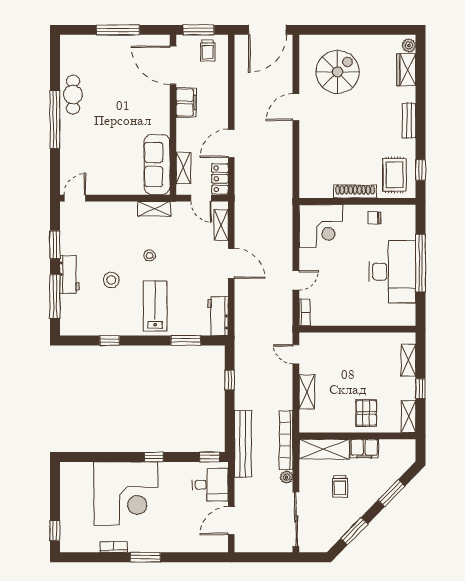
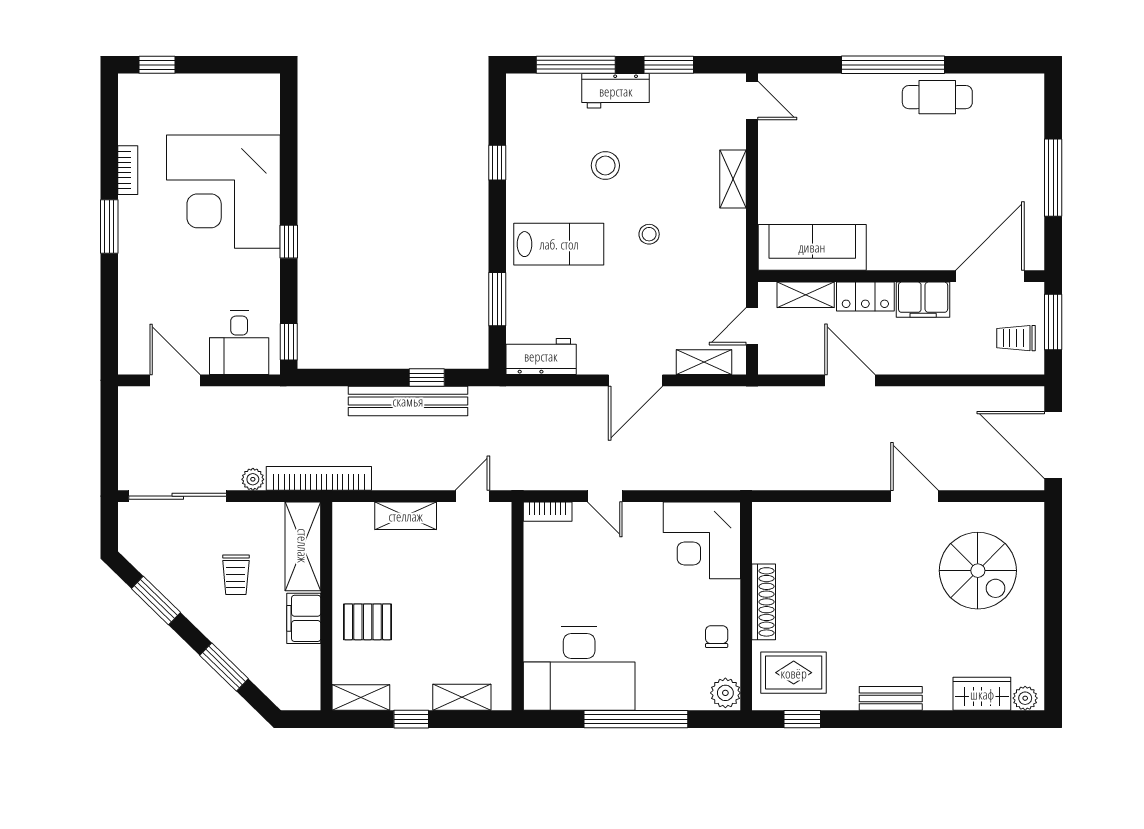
locker: (220, 179) -> (865, 296), moved, turned 180
shelving: (154, 209) -> (733, 179), moved
plant: (406, 213) -> (725, 693), added
desk: (392, 272) -> (579, 669), moved
bench: (243, 444) -> (408, 401), moved
trolley: (340, 486) -> (236, 575), turned -90

